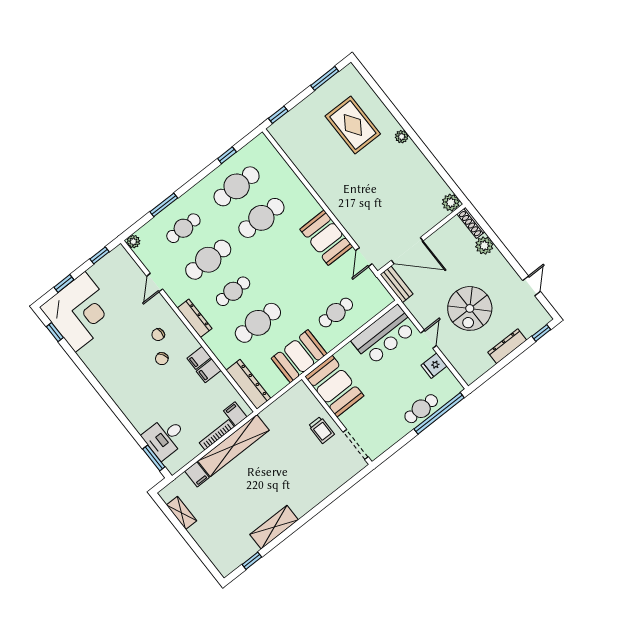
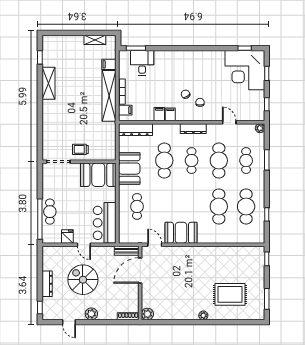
plant: (484, 246) -> (91, 314), moved

